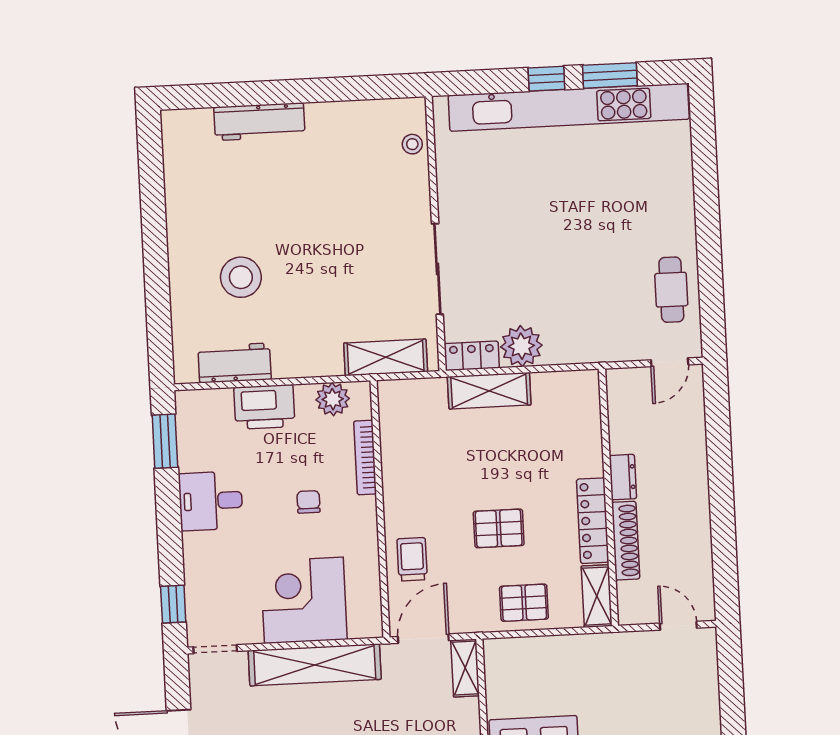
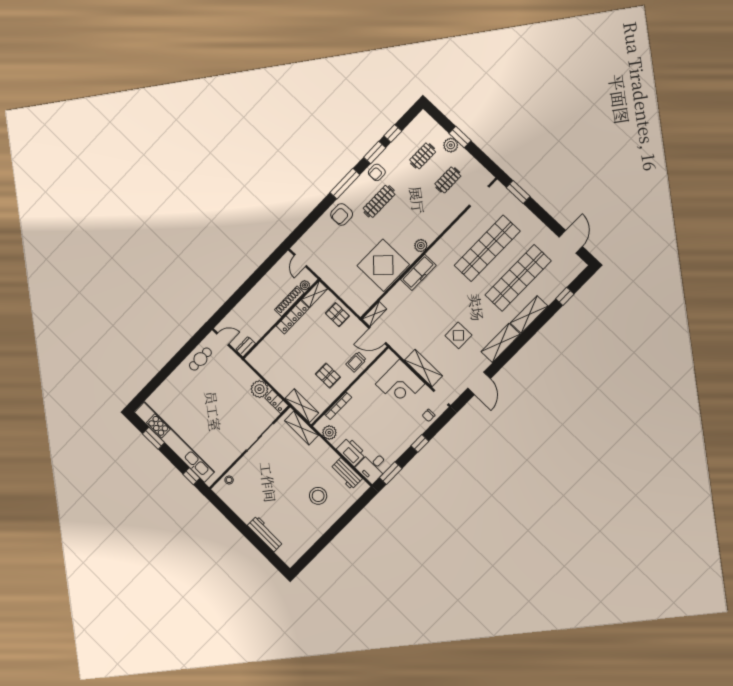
window: (546, 79) -> (191, 476), moved
shelving: (489, 391) -> (302, 406), moved
dresser: (623, 477) -> (245, 347), moved
desk: (211, 501) -> (373, 467), moved, turned 90
chair: (308, 502) -> (429, 415), moved
pallet: (499, 528) -> (328, 376), moved
plant: (628, 594) -> (305, 285), added
window: (173, 604) -> (420, 443), moved
shelving: (315, 665) -> (424, 368), width x0.68

